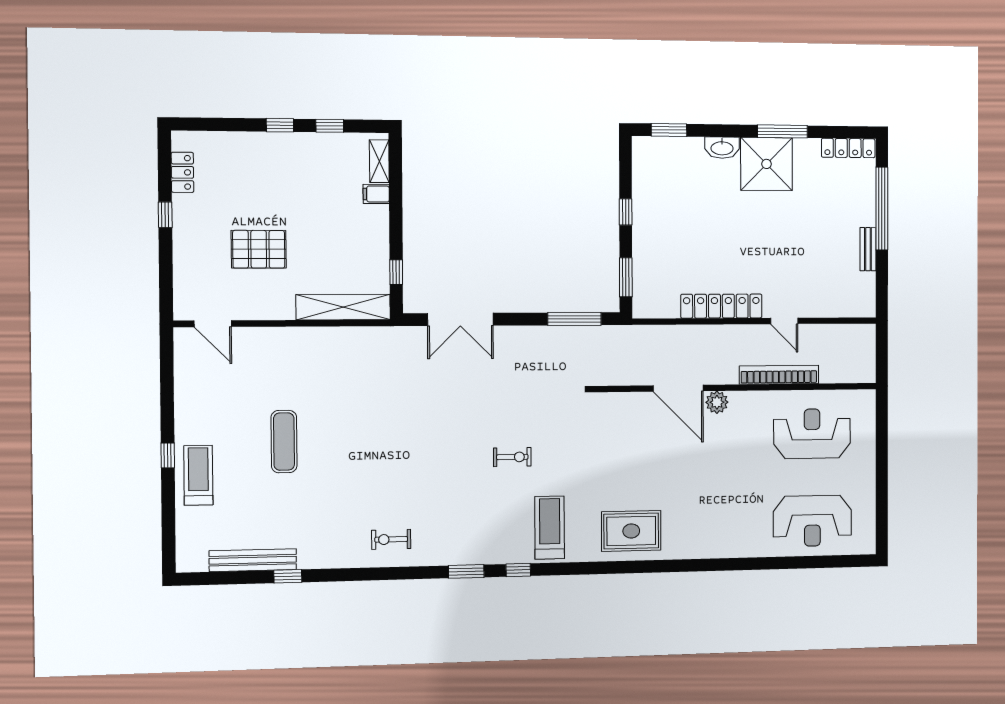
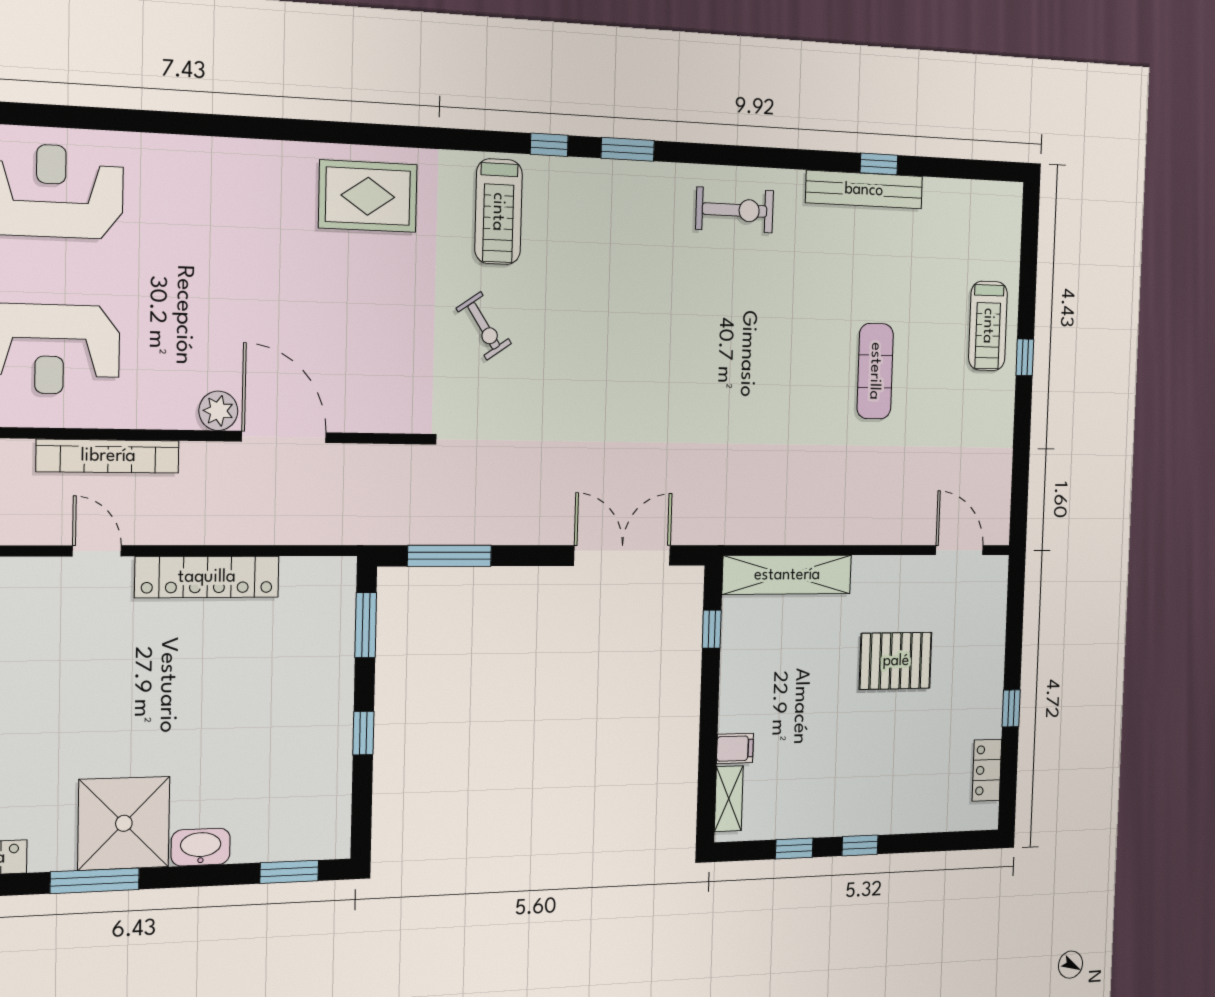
exercise bike: (512, 457) -> (484, 326), moved, turned -124
exercise bike: (391, 539) -> (735, 210), width x1.38, depth x1.39
bench: (253, 560) -> (864, 190), moved

